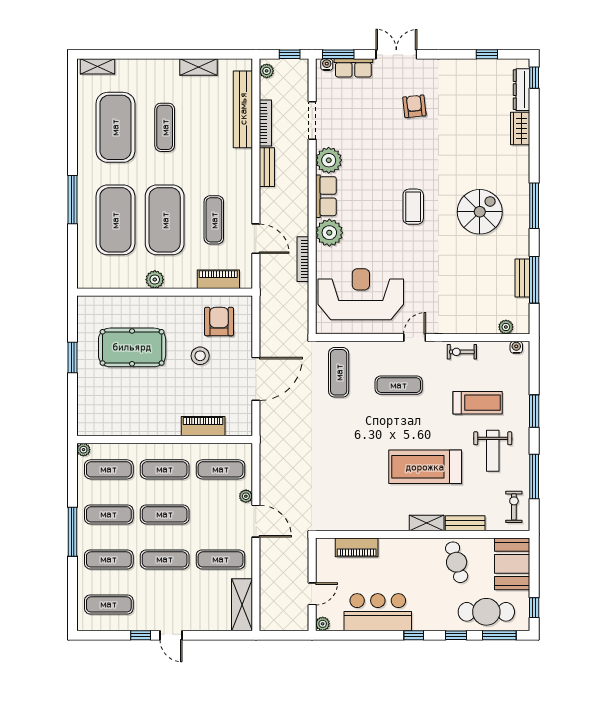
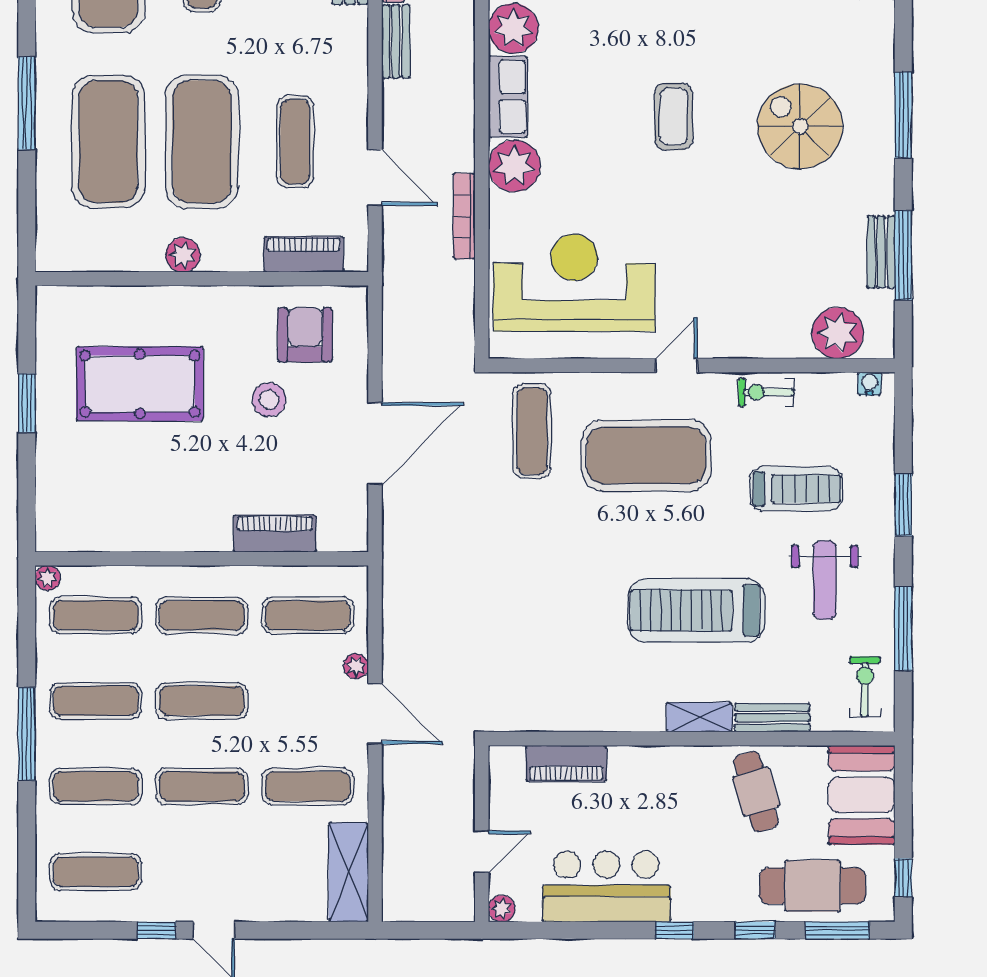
spiral stairs: (480, 212) -> (800, 126), turned -90
plant: (506, 327) -> (838, 333), width x1.87, depth x1.87
exercise mat: (399, 385) -> (646, 455), width x2.00, depth x1.45

